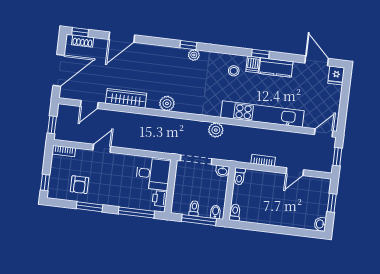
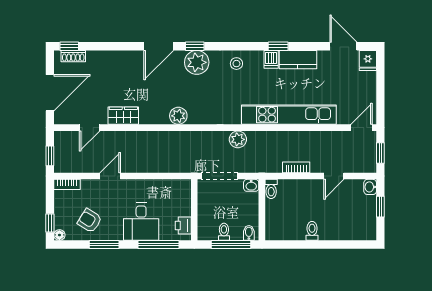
door: (122, 37) -> (159, 46), moved
plant: (194, 55) -> (197, 62), width x1.88, depth x1.88
stool: (234, 71) -> (236, 64), moved
wardrobe: (126, 98) -> (123, 116), width x0.67
desk: (153, 174) -> (141, 222), moved, turned 90
armchair: (79, 185) -> (90, 221), turned 122
floor lamp: (52, 194) -> (59, 235), added
toilet: (235, 212) -> (312, 231), moved
washbasin: (320, 224) -> (370, 187), moved

